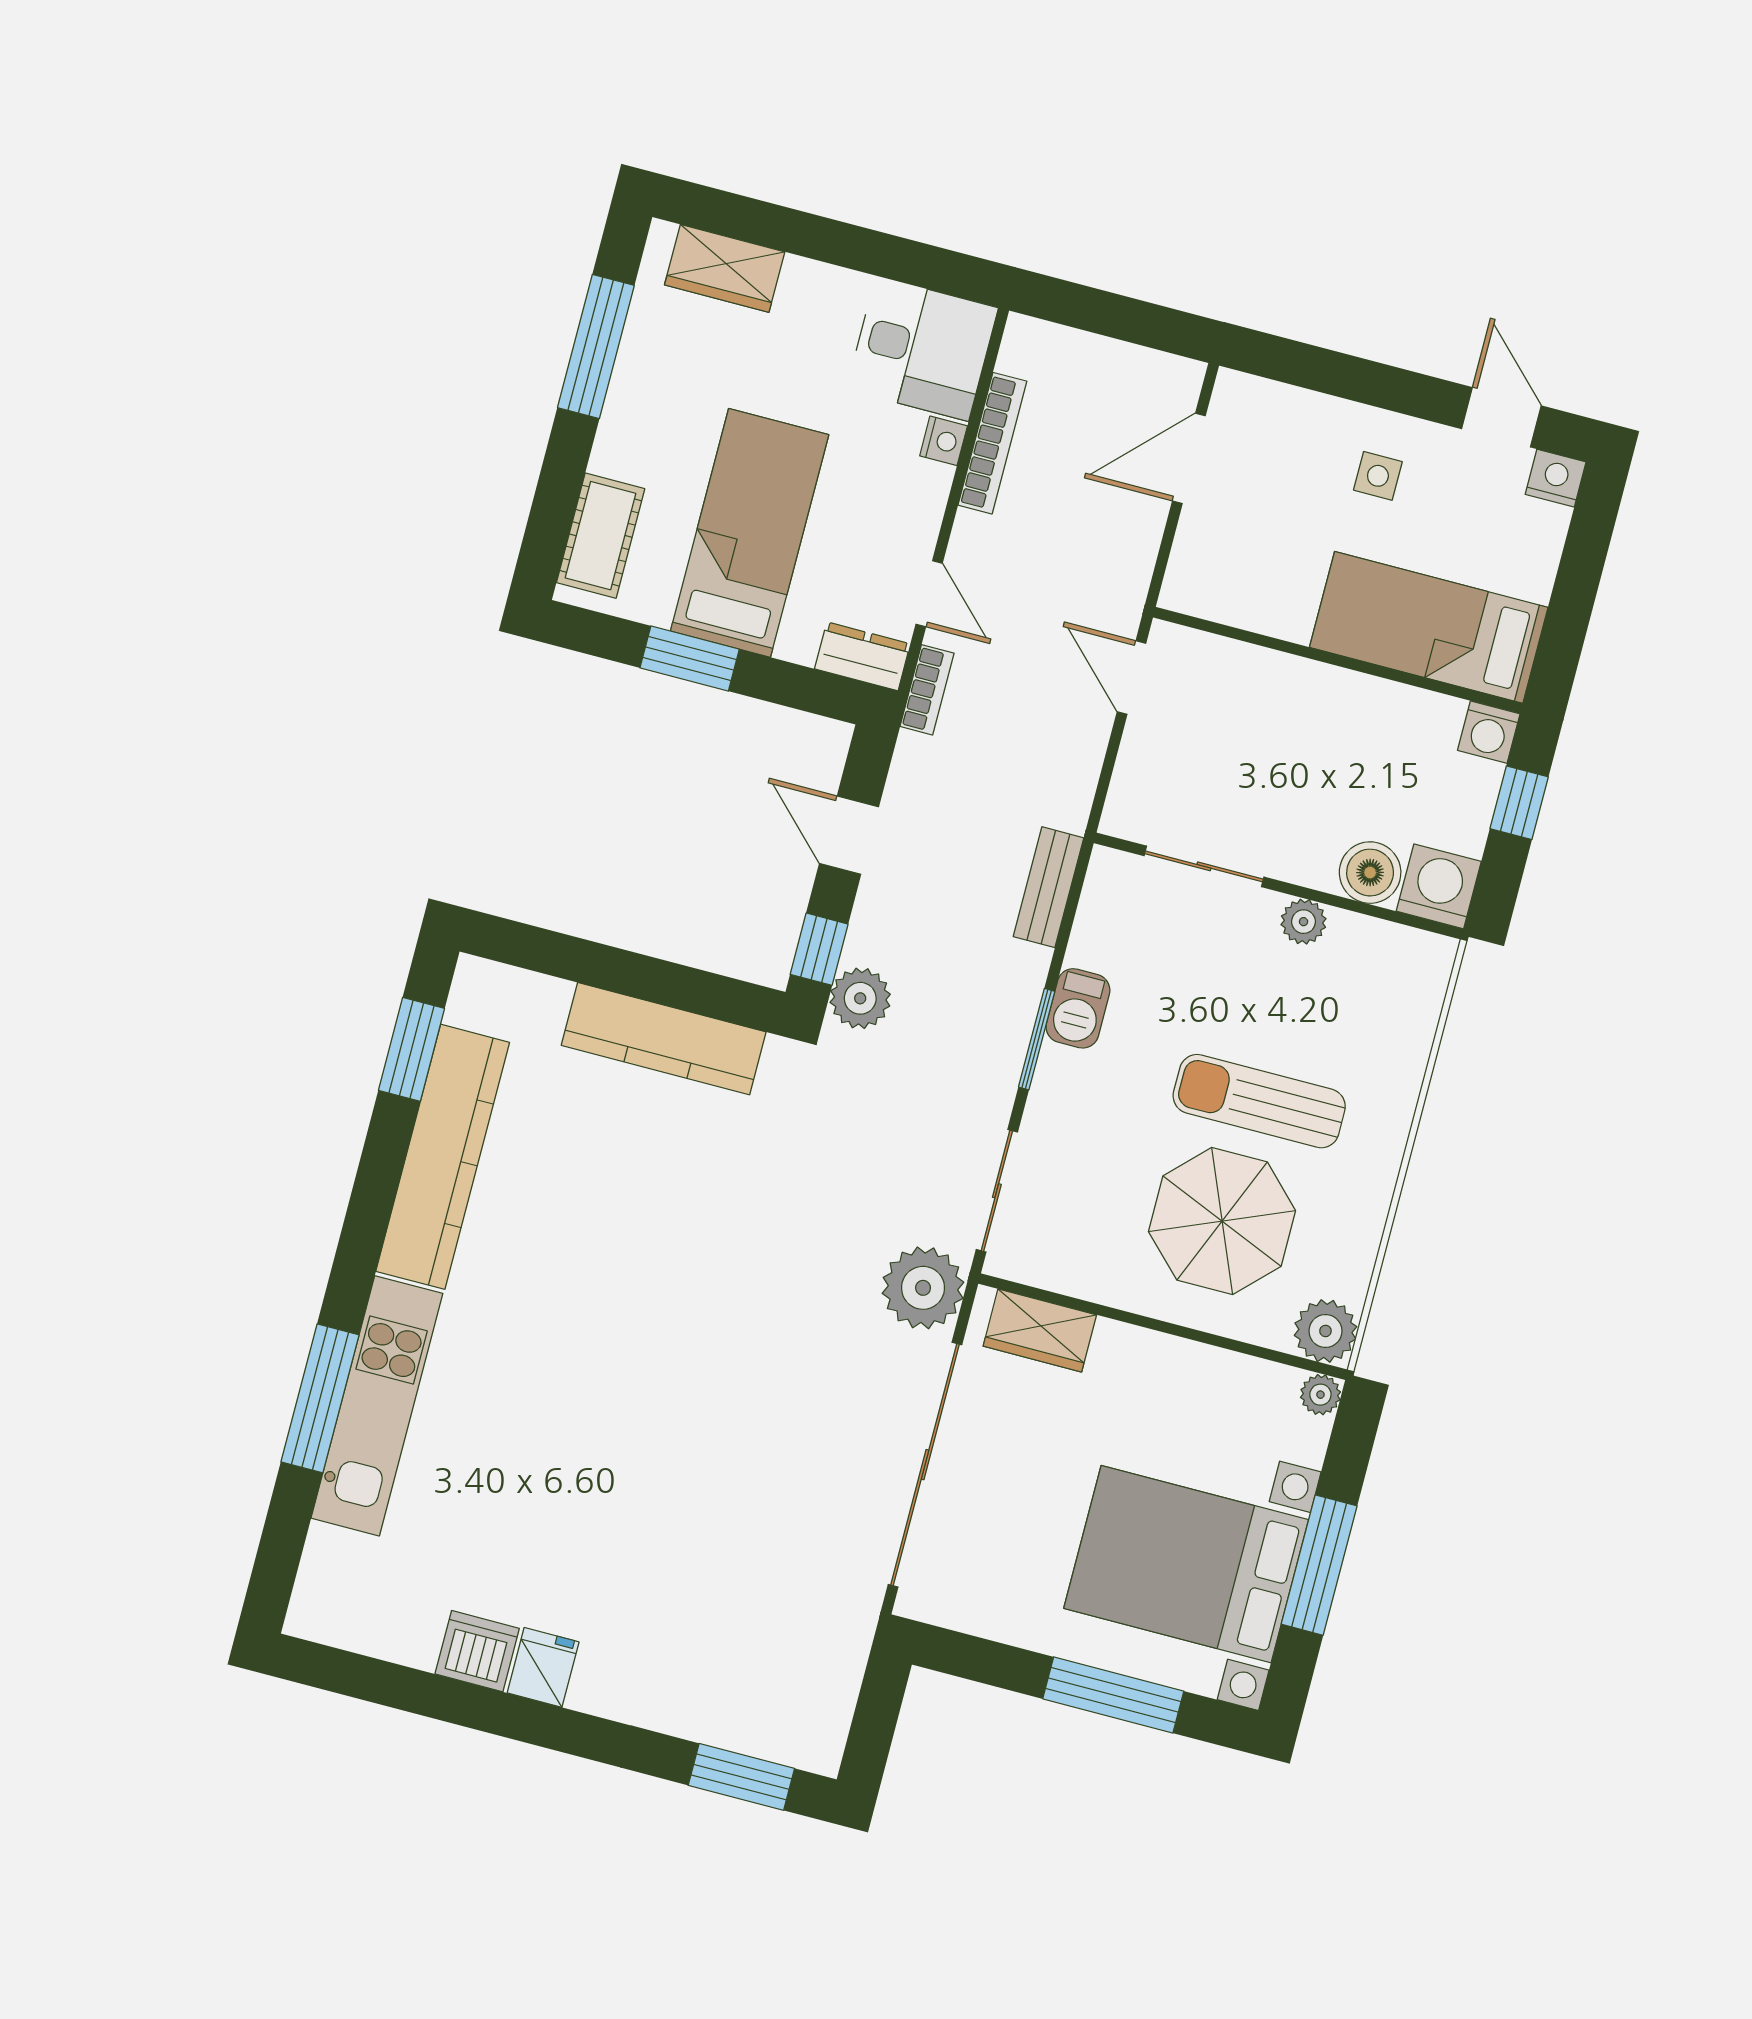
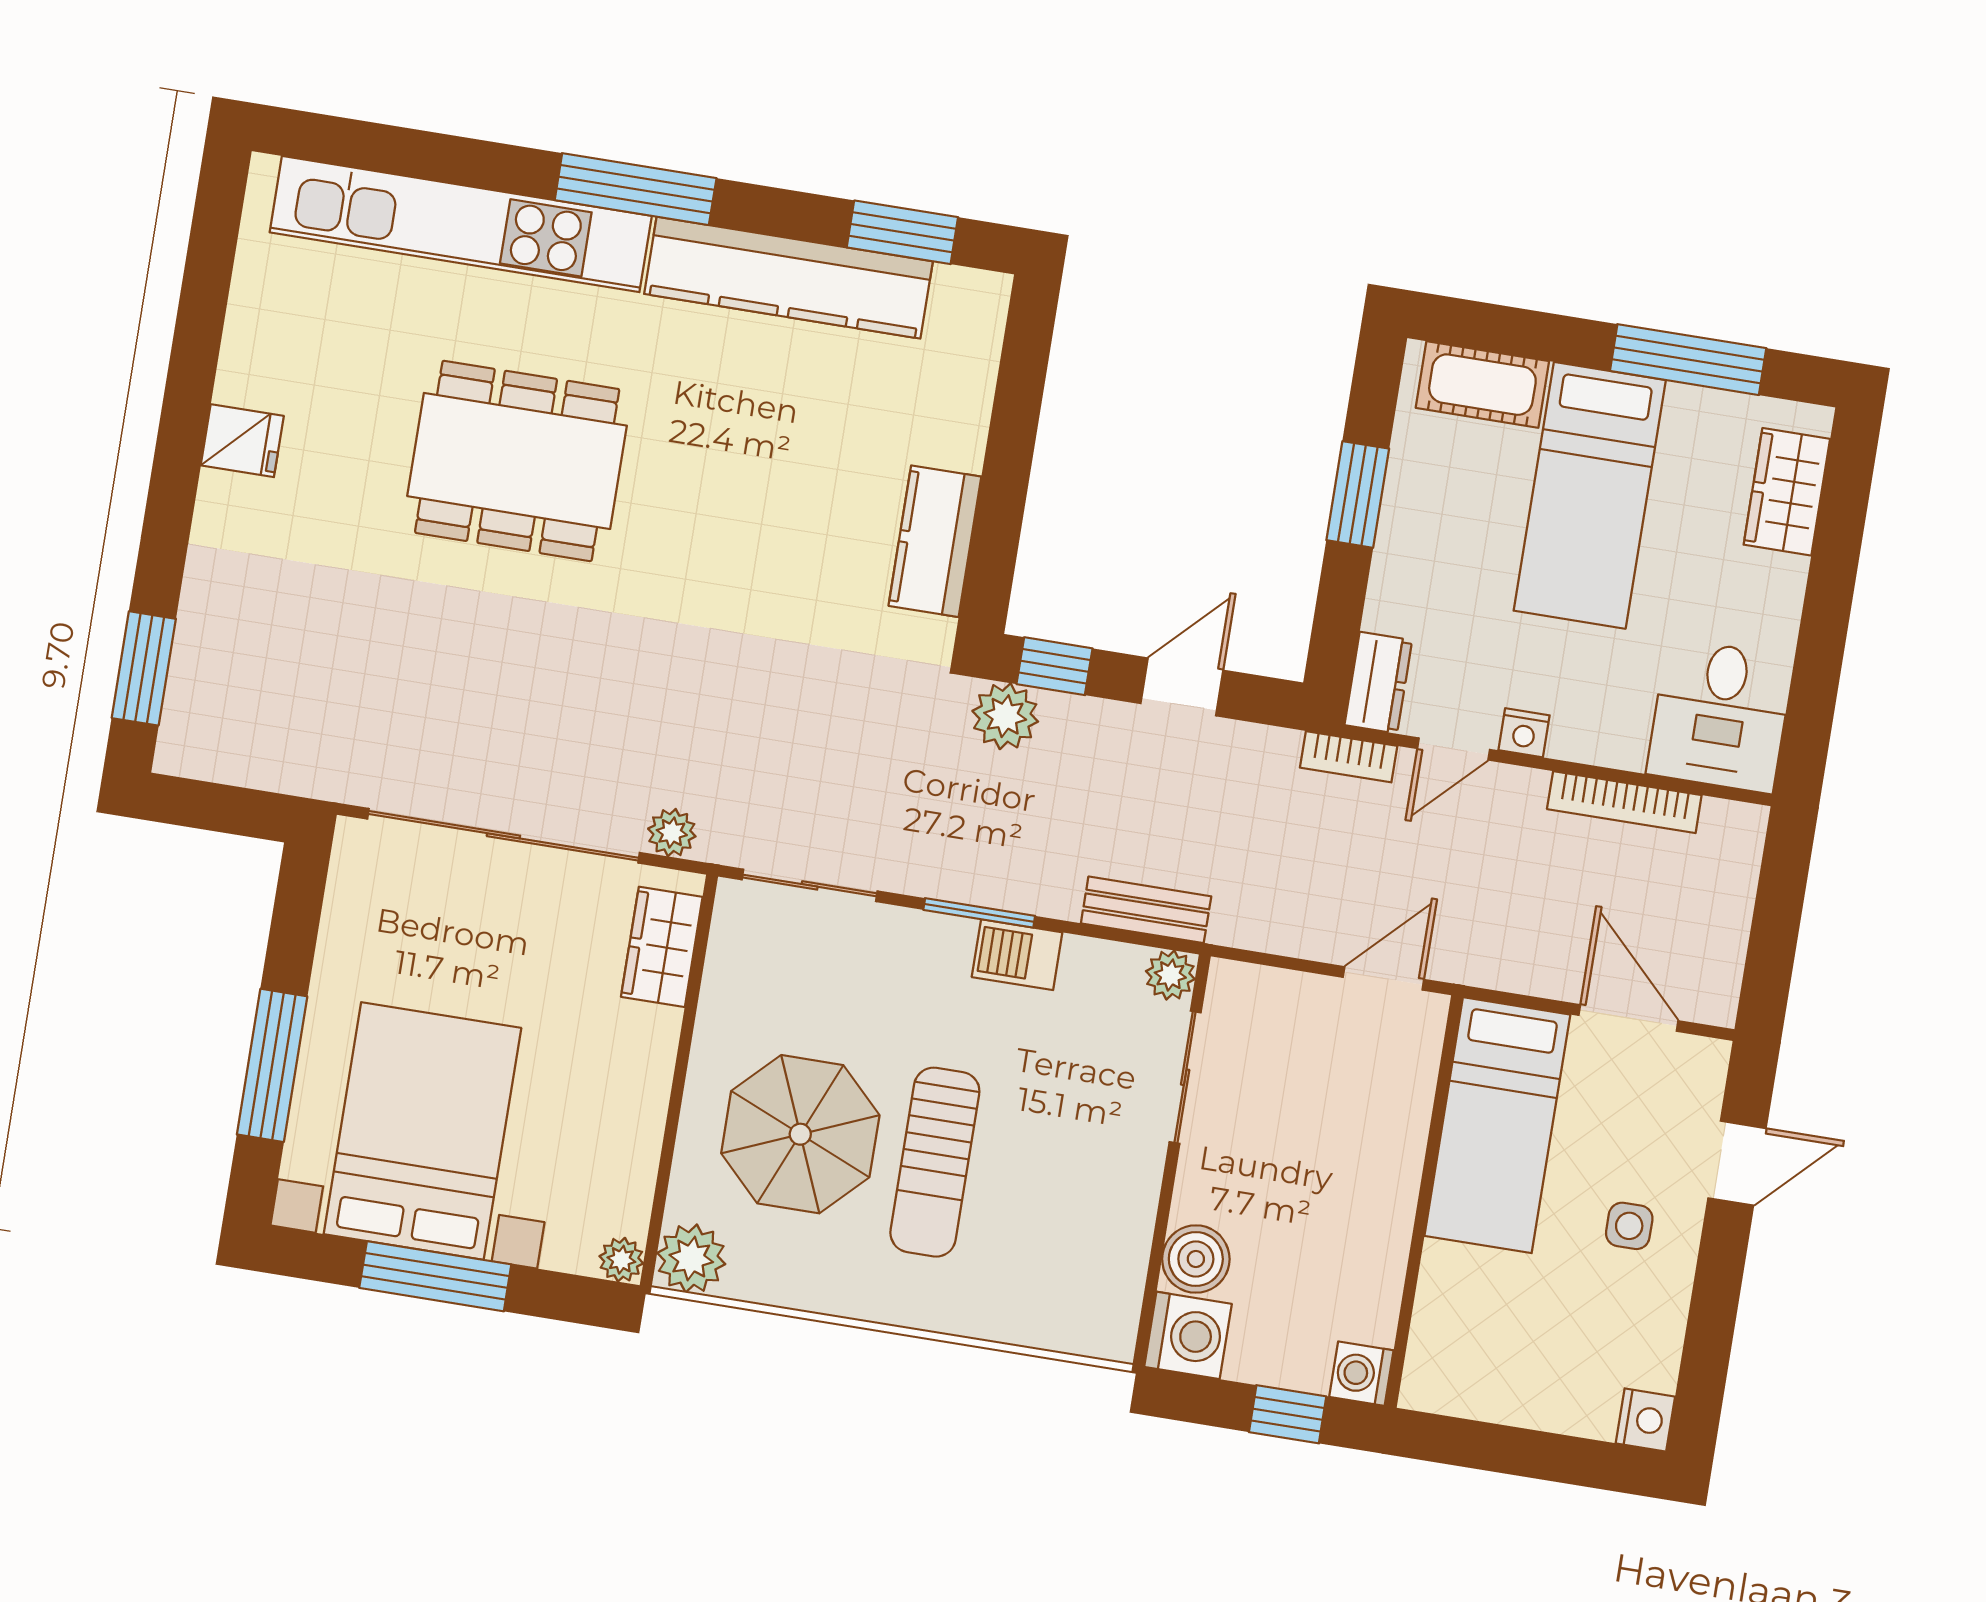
door: (1501, 417) -> (1737, 1163), moved
nightstand: (944, 441) -> (1524, 733), moved
bed: (750, 533) -> (1590, 495), moved, turned 90
bed: (1429, 627) -> (1497, 1125), moved, turned 180
plant: (1304, 922) -> (1170, 975), moved
kitchen counter: (664, 1039) -> (935, 541), width x0.67
sun lounger: (1259, 1101) -> (935, 1162), turned 180
plant: (923, 1288) -> (672, 833), width x0.53, depth x0.53
window: (320, 1398) -> (636, 189), moved
kitchen unit: (377, 1406) -> (461, 224), width x1.36
dining table: (586, 1419) -> (517, 461), added
dishwasher: (477, 1651) -> (253, 367), removed

